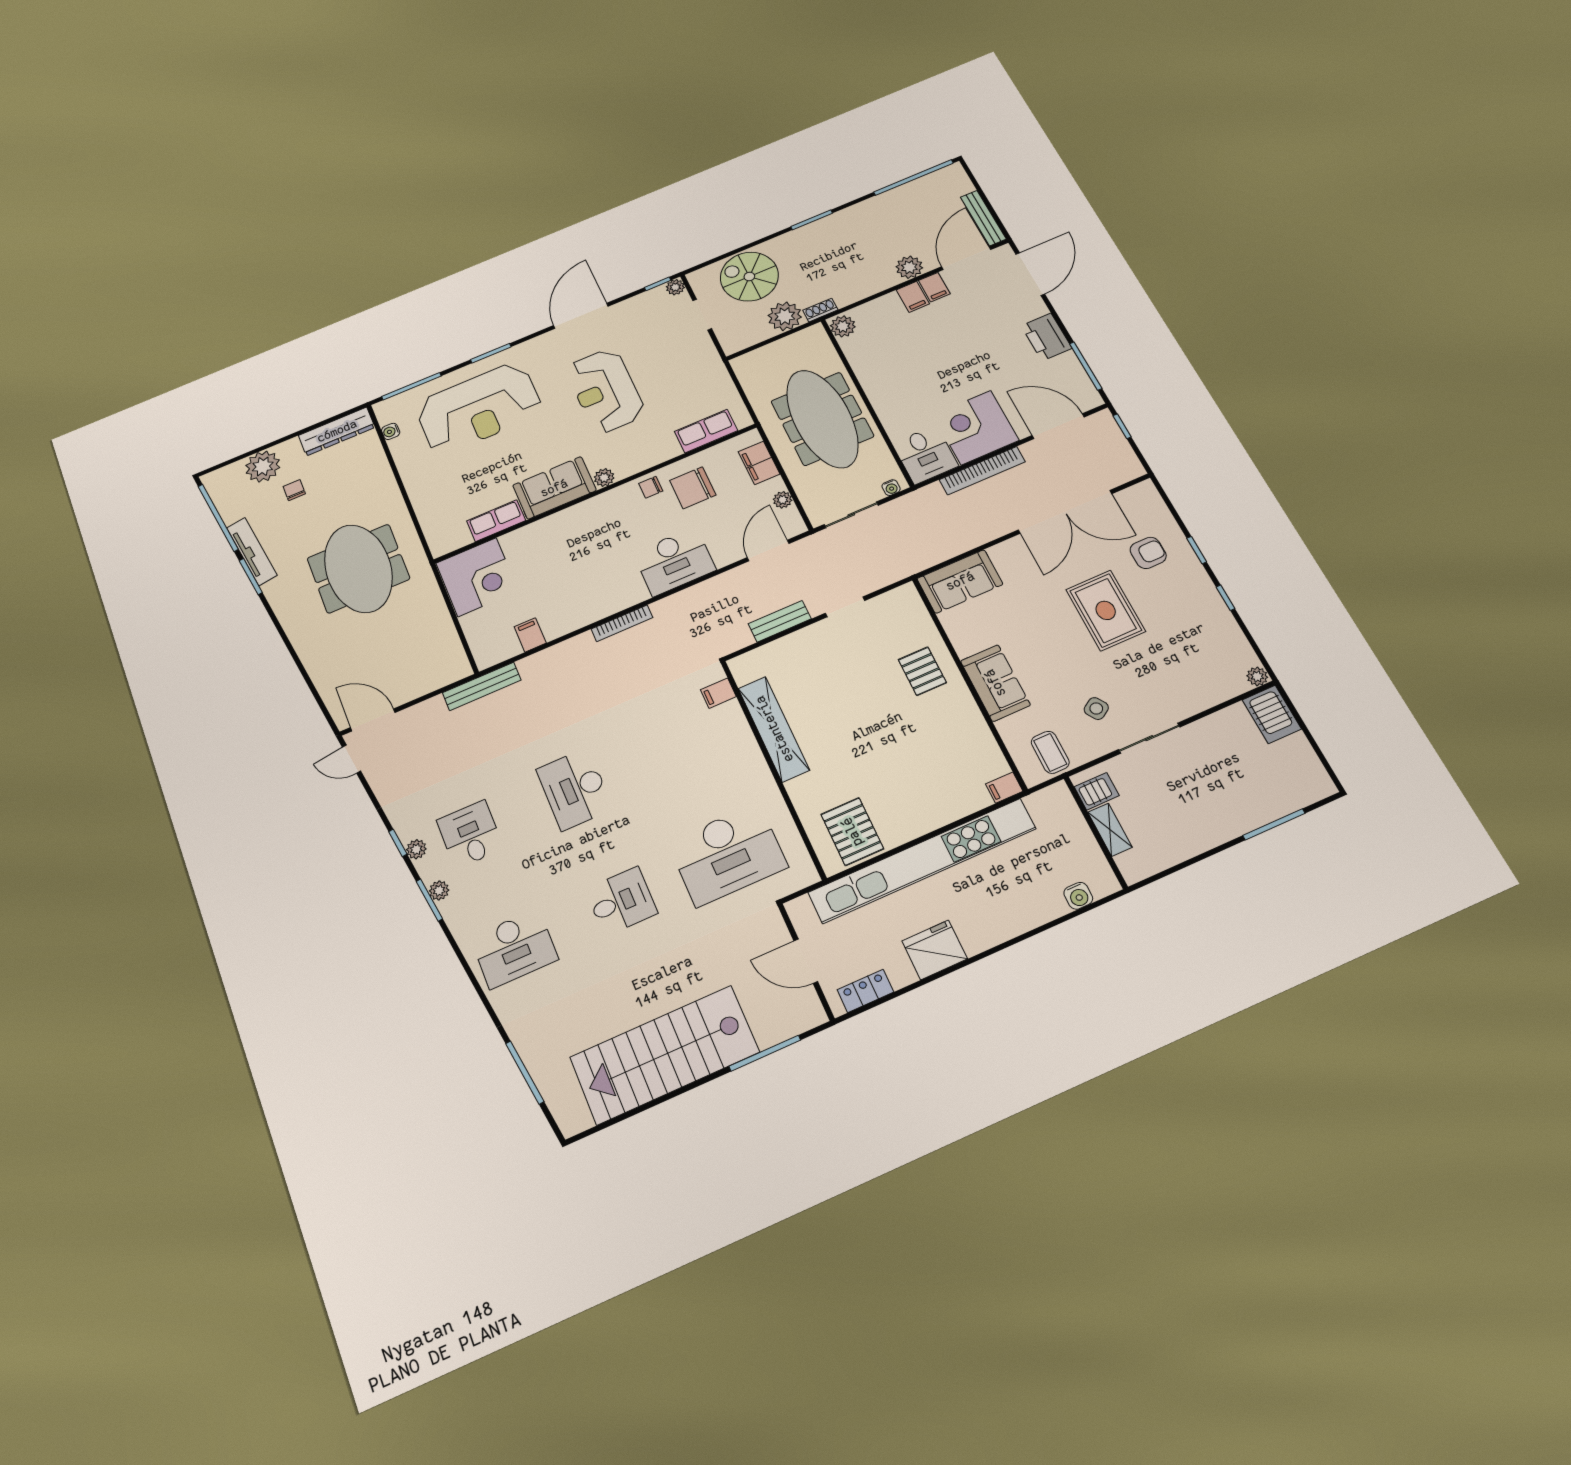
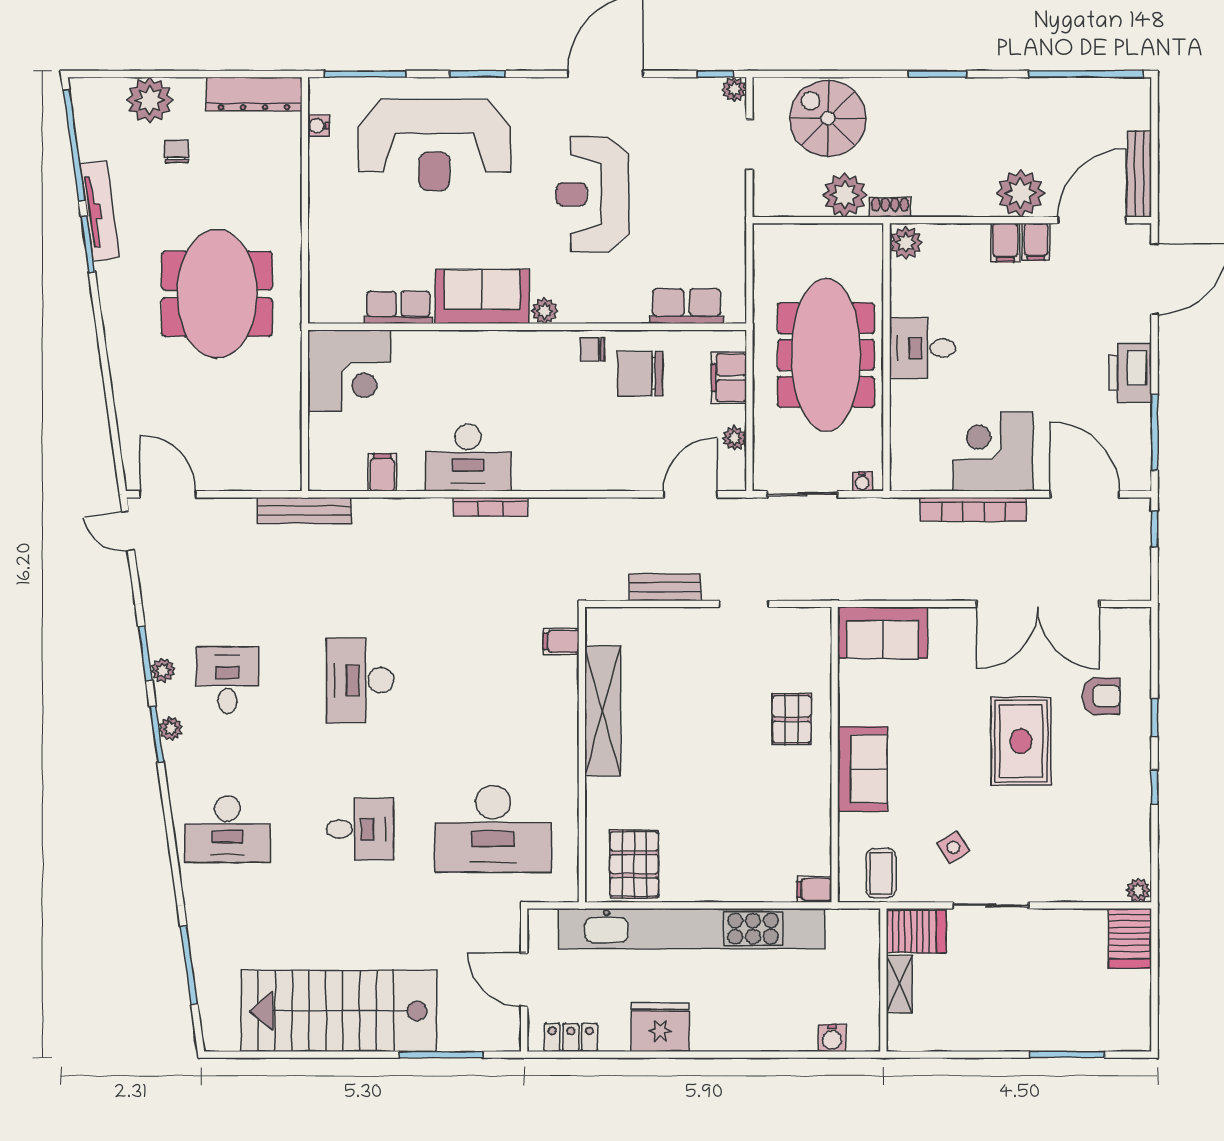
plant: (909, 267) -> (1020, 193), width x1.36, depth x1.36
desk: (925, 455) -> (922, 348), moved, turned 90
desk: (674, 561) -> (468, 458), moved
server rack: (1097, 791) -> (916, 932), width x1.36, depth x1.44
window: (398, 843) -> (145, 654), width x1.50

